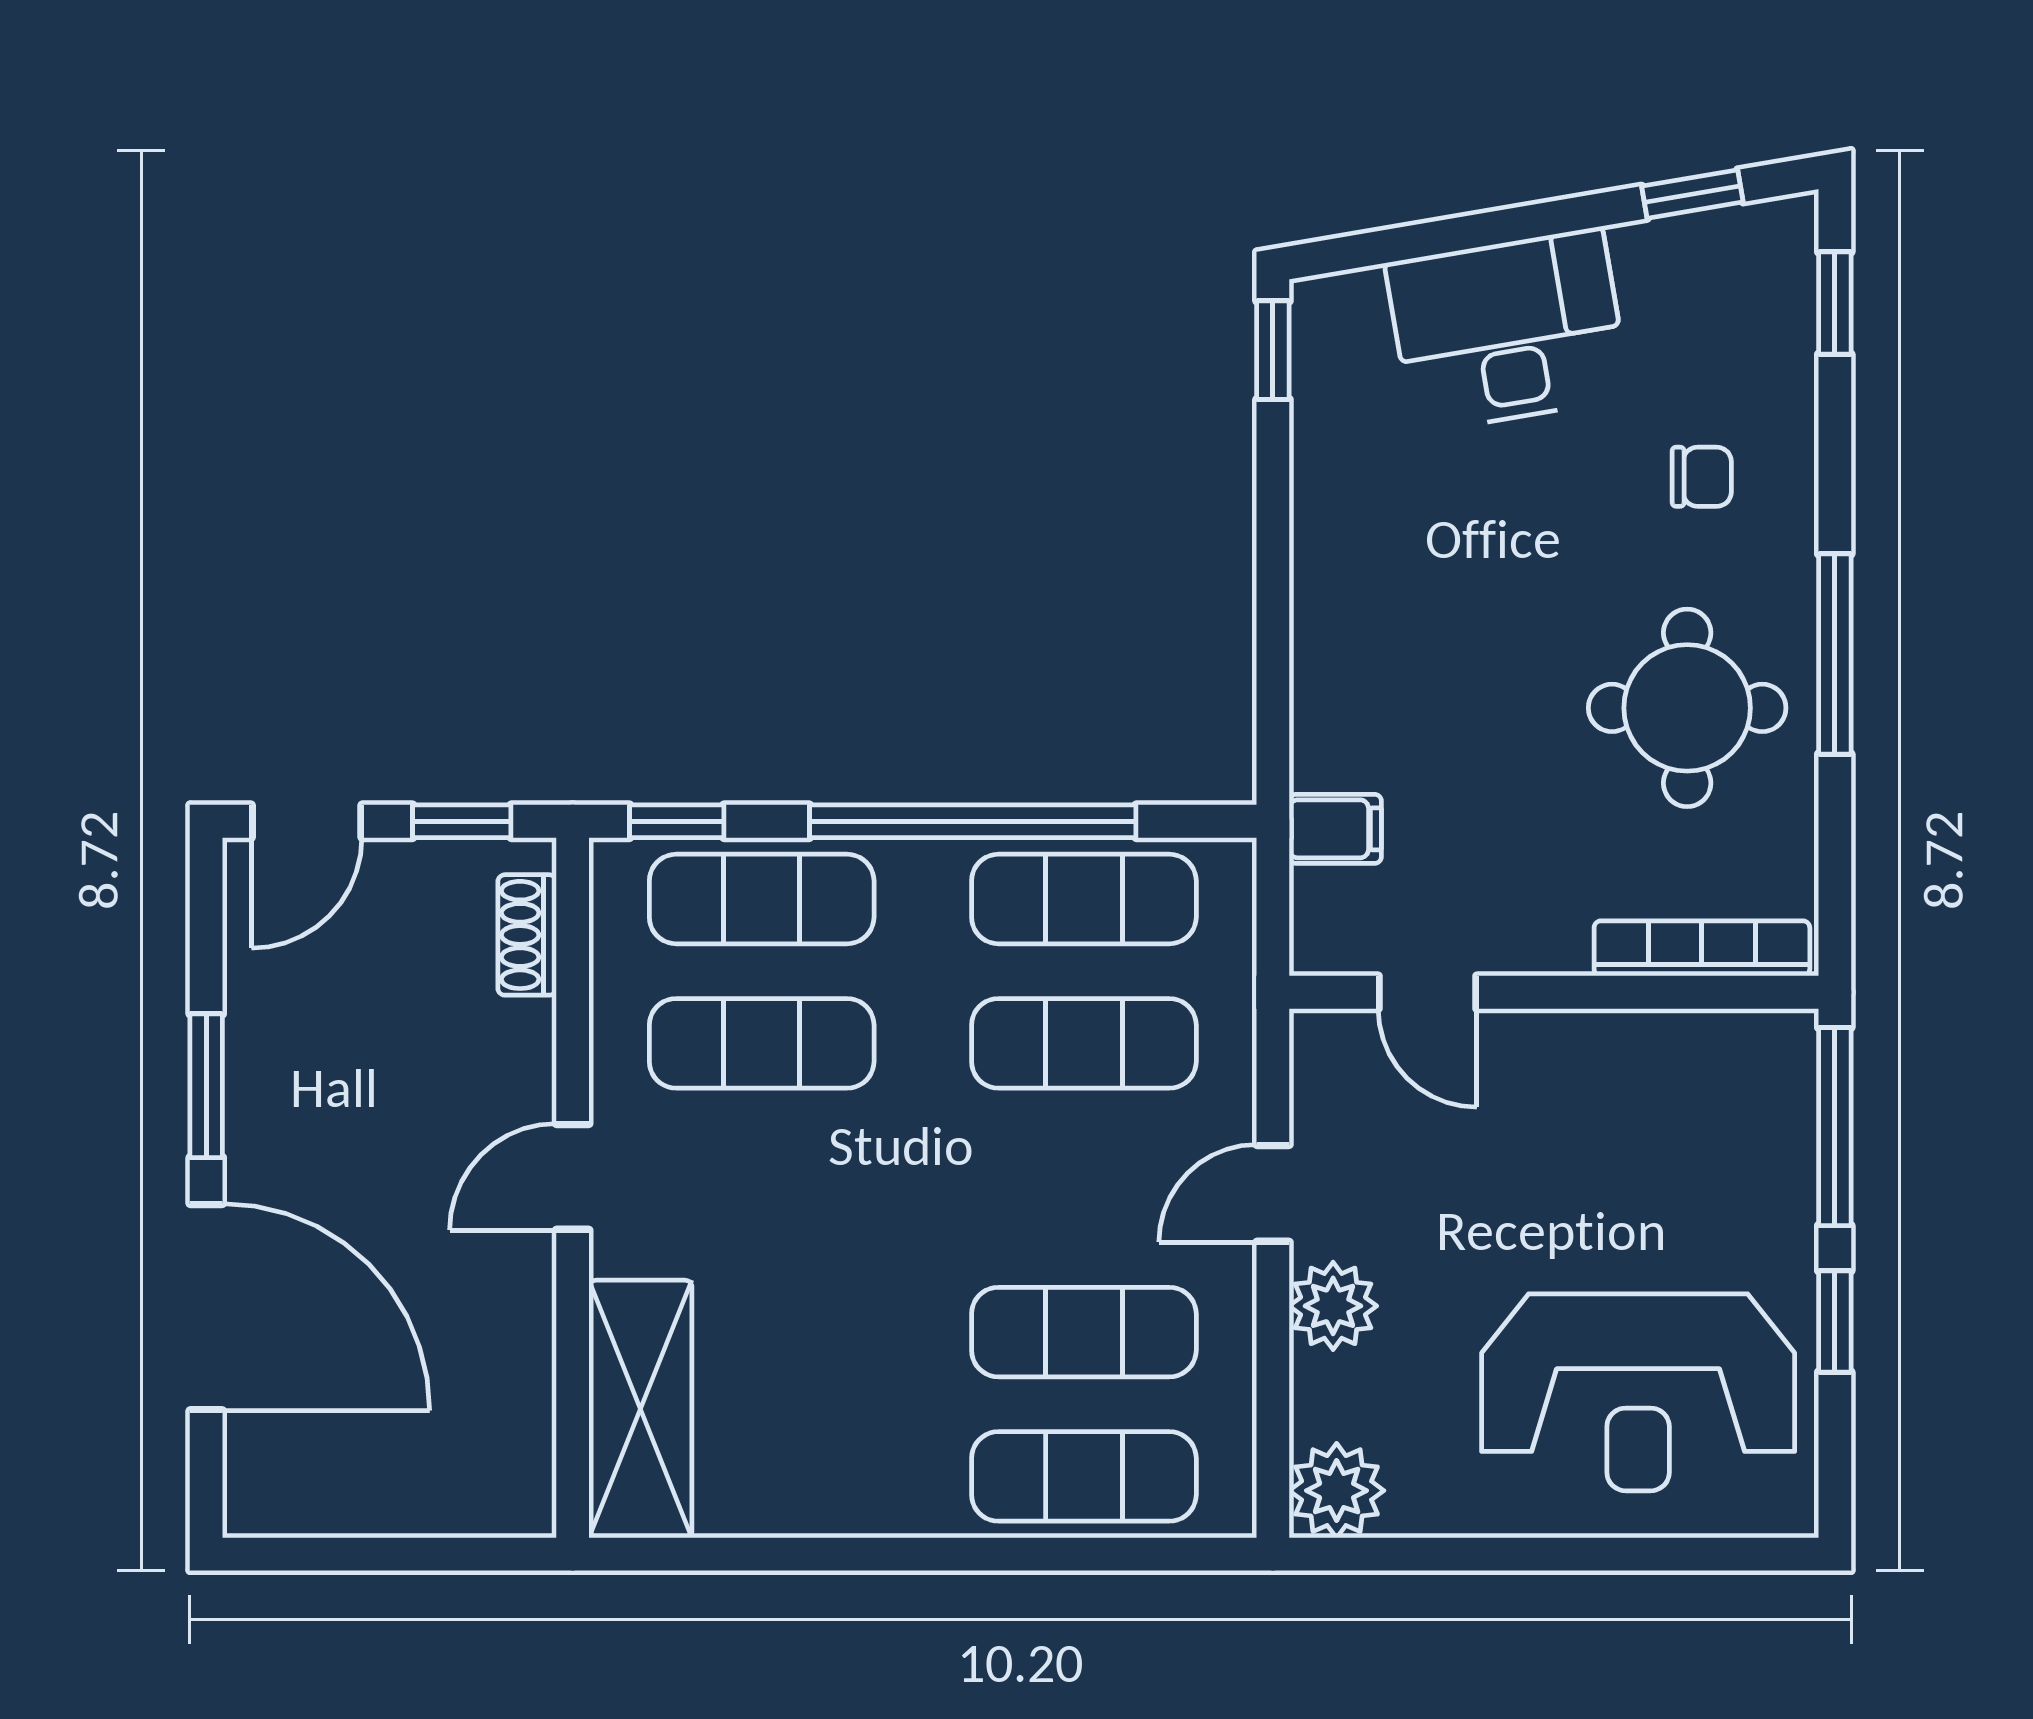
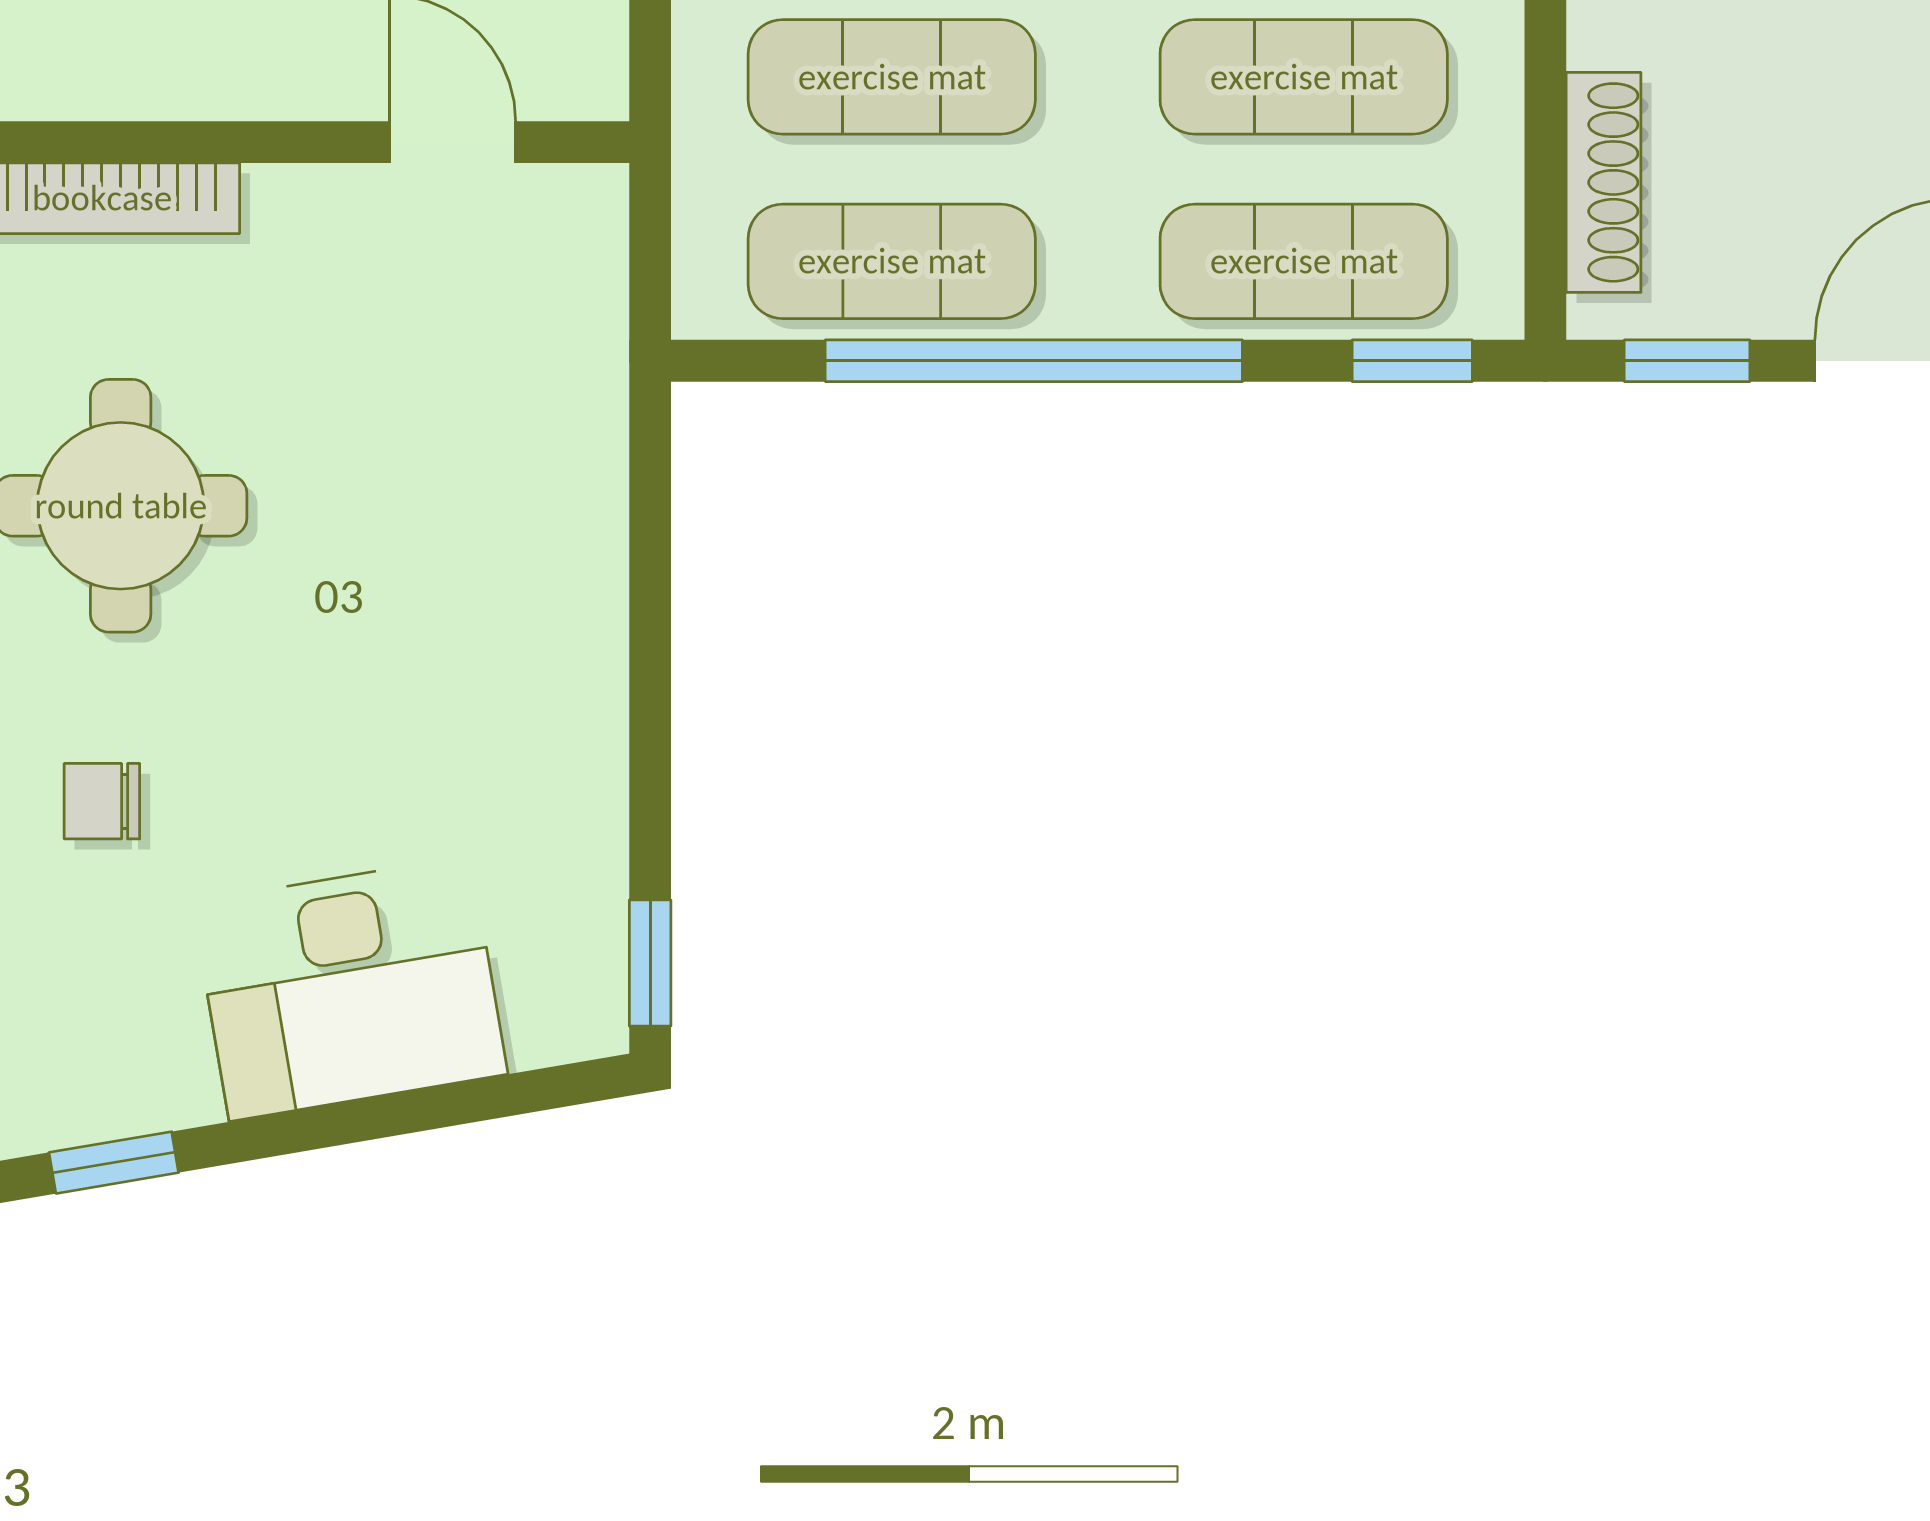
filing cabinet: (1335, 829) -> (570, 351), removed
shoe rack: (527, 935) -> (1604, 182), width x1.43

